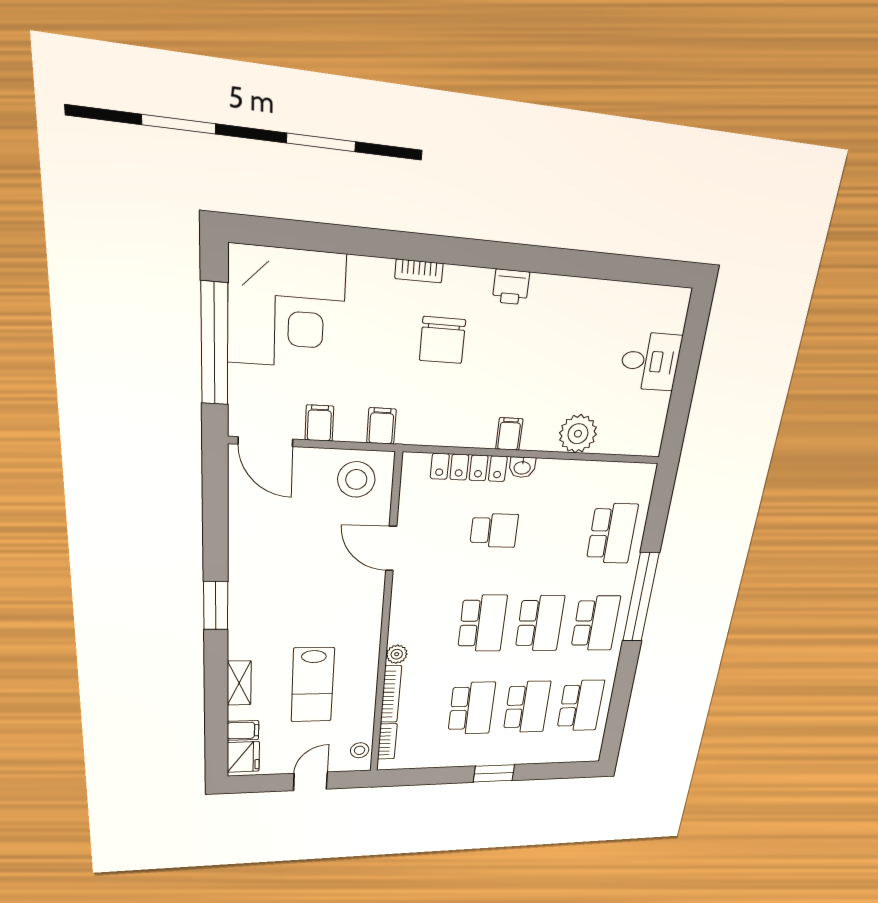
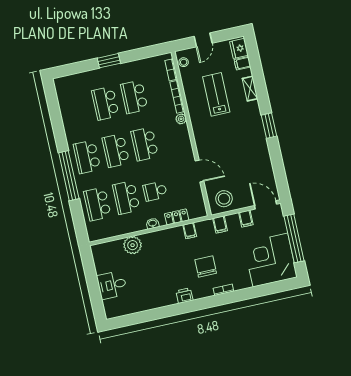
filing cabinet: (509, 434) -> (190, 231), moved
locker: (469, 467) -> (177, 217), width x0.66
school desk: (581, 706) -> (126, 198), moved

